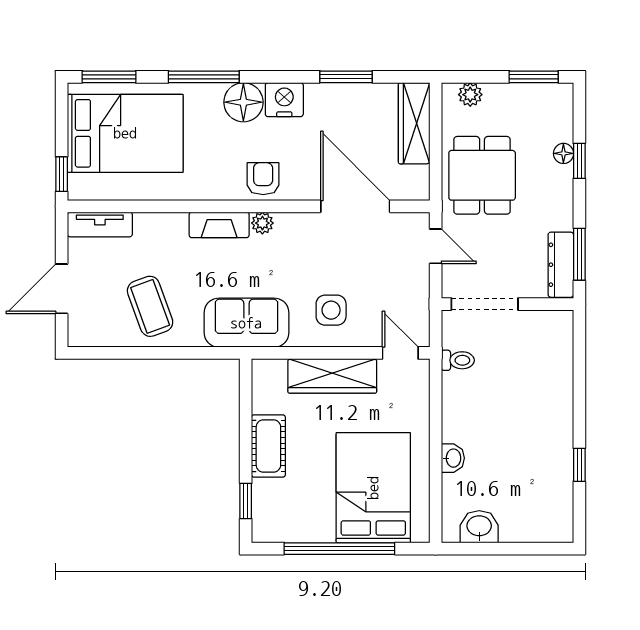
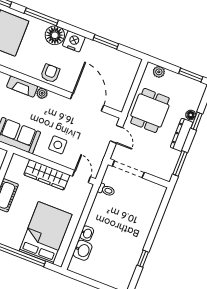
wardrobe: (414, 123) -> (128, 75), removed
dresser: (561, 265) -> (182, 135), moved
washbasin: (479, 527) -> (83, 250), moved, turned 90

